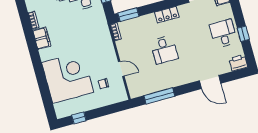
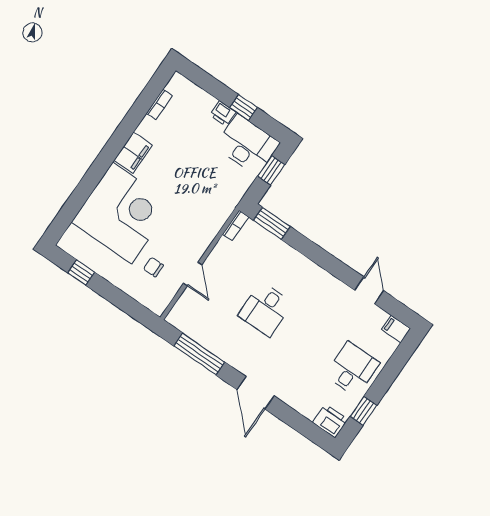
locker: (167, 15) -> (314, 274), removed
window: (243, 34) -> (363, 411), moved
filing cabinet: (42, 38) -> (133, 153), moved
door: (210, 82) -> (255, 393), moved

